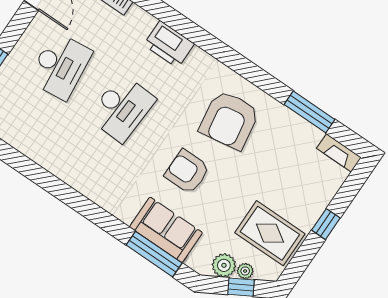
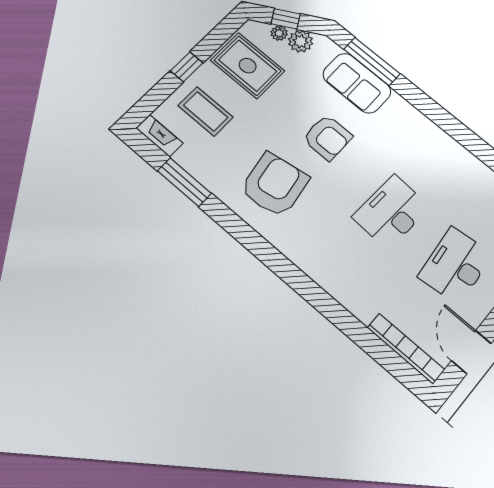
printer: (169, 44) -> (332, 275), removed
coffee table: (301, 182) -> (206, 111), added

